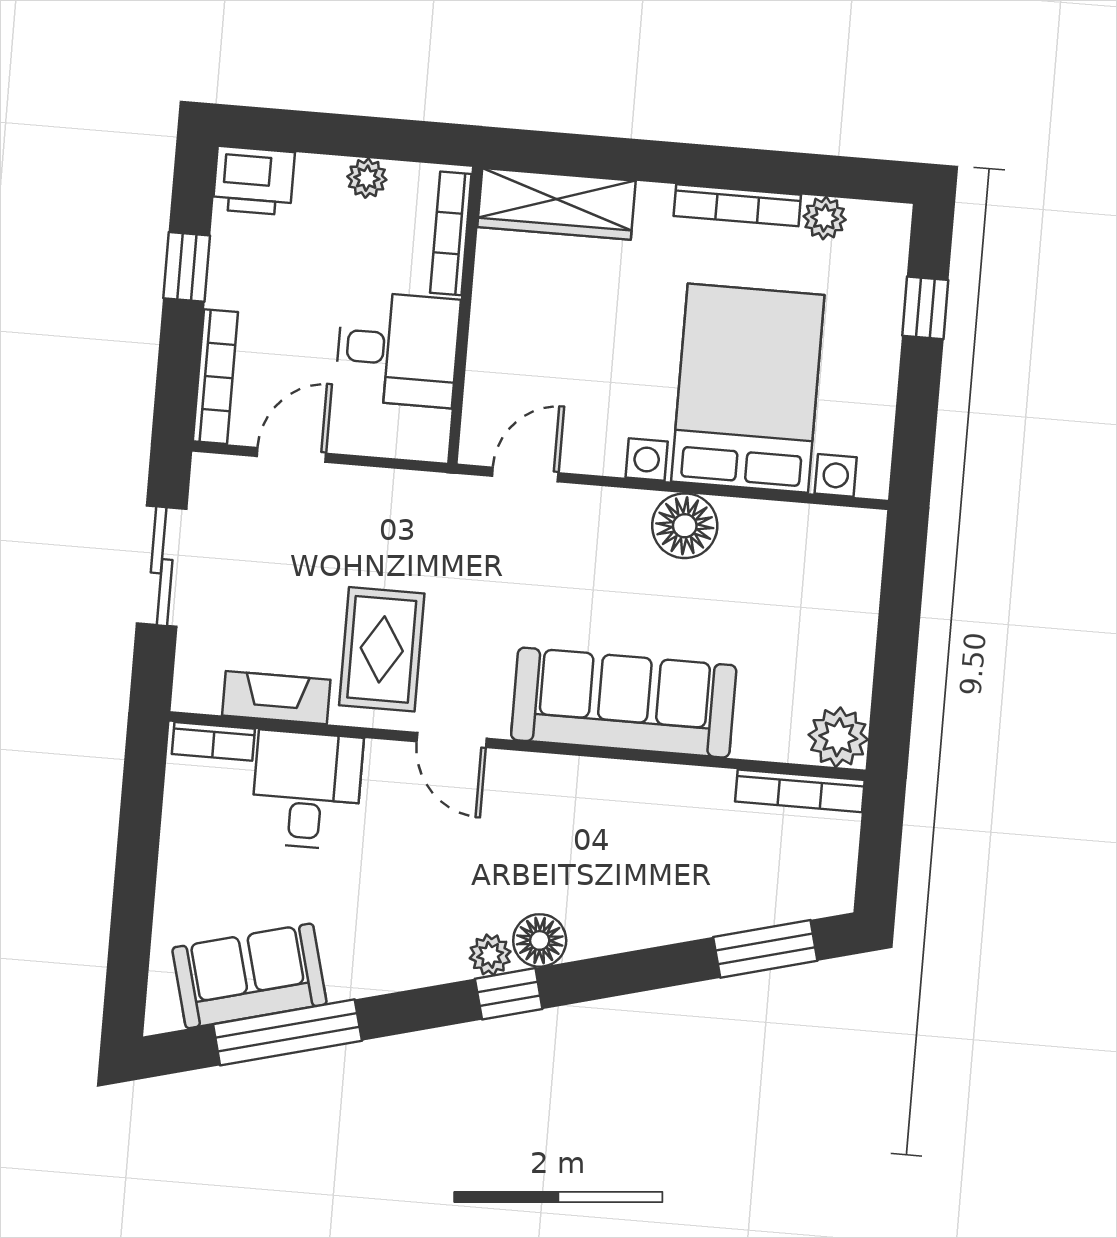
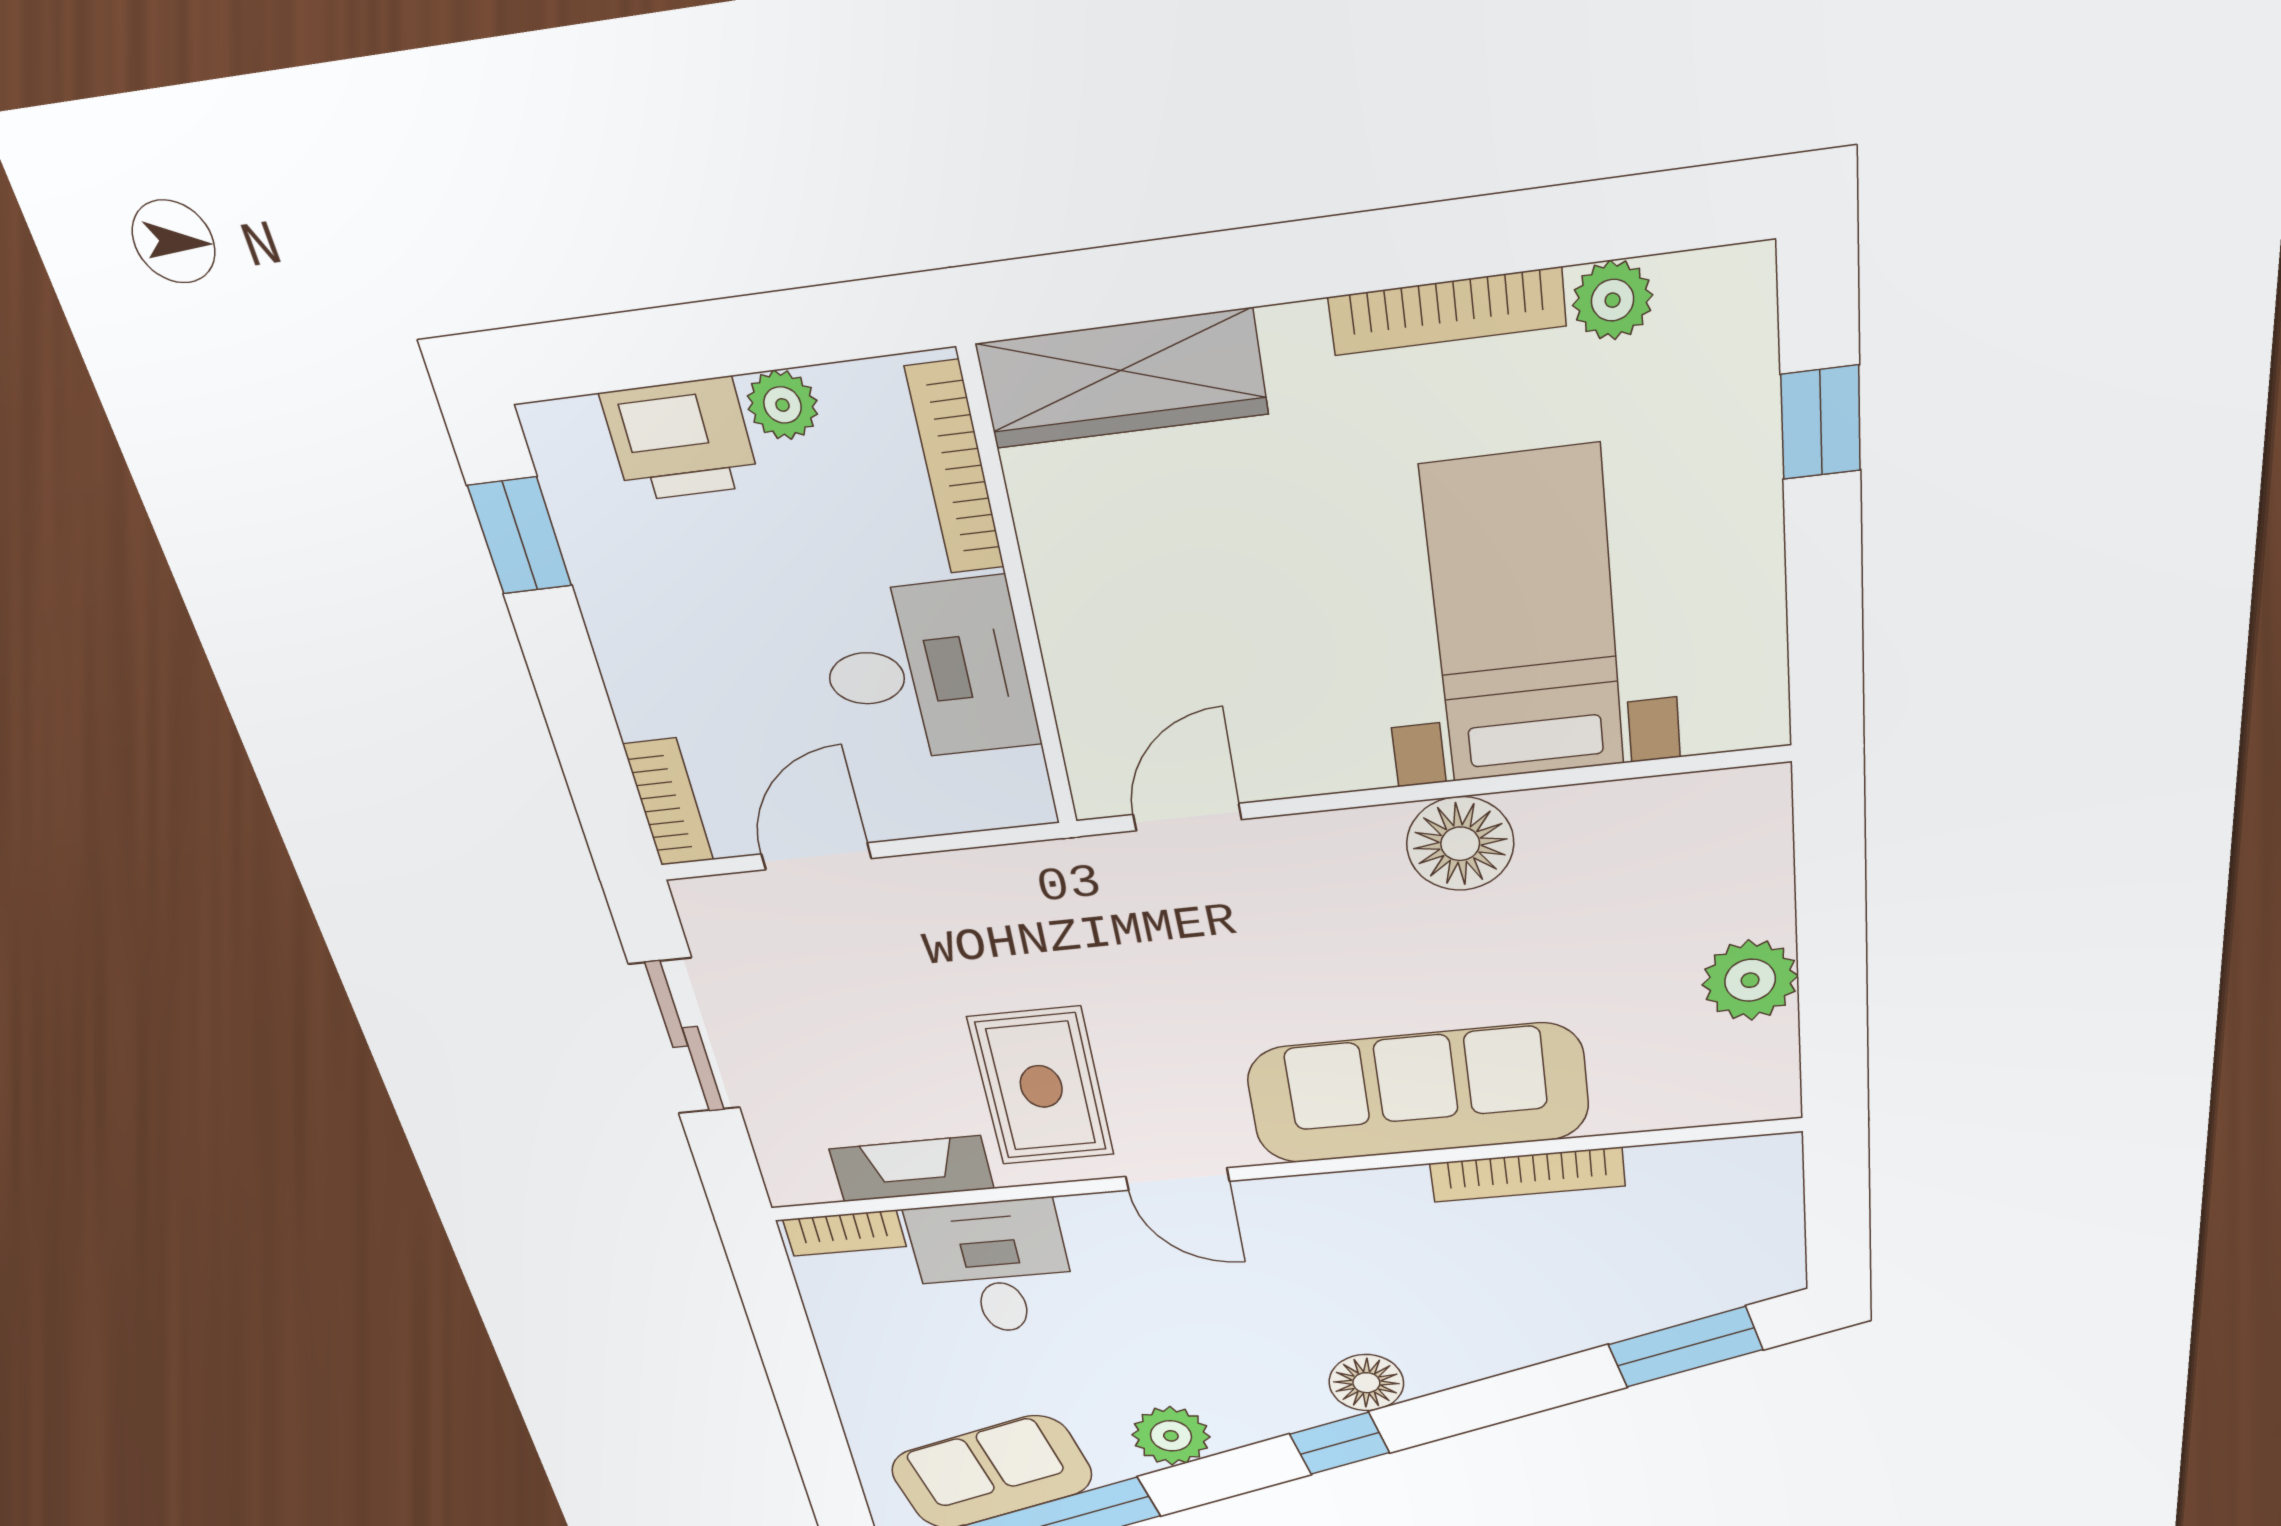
printer: (254, 181) -> (680, 440), moved
window: (187, 267) -> (520, 536), moved
bookcase: (215, 377) -> (668, 802), width x0.64
bed with nightstands: (748, 388) -> (1524, 619), width x0.73
plant: (838, 737) -> (1750, 980), moved
bookcase: (800, 791) -> (1527, 1175), moved
plant: (490, 955) -> (1171, 1436), moved, width x1.38, depth x1.38

